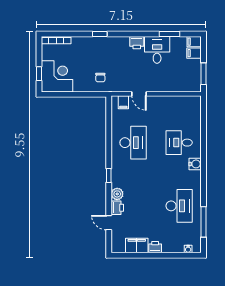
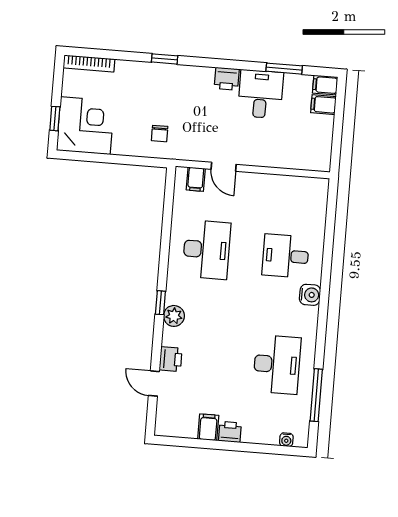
window: (203, 74) -> (337, 141), removed
plant: (117, 194) -> (174, 316), moved
filing cabinet: (137, 245) -> (208, 427), width x0.50

